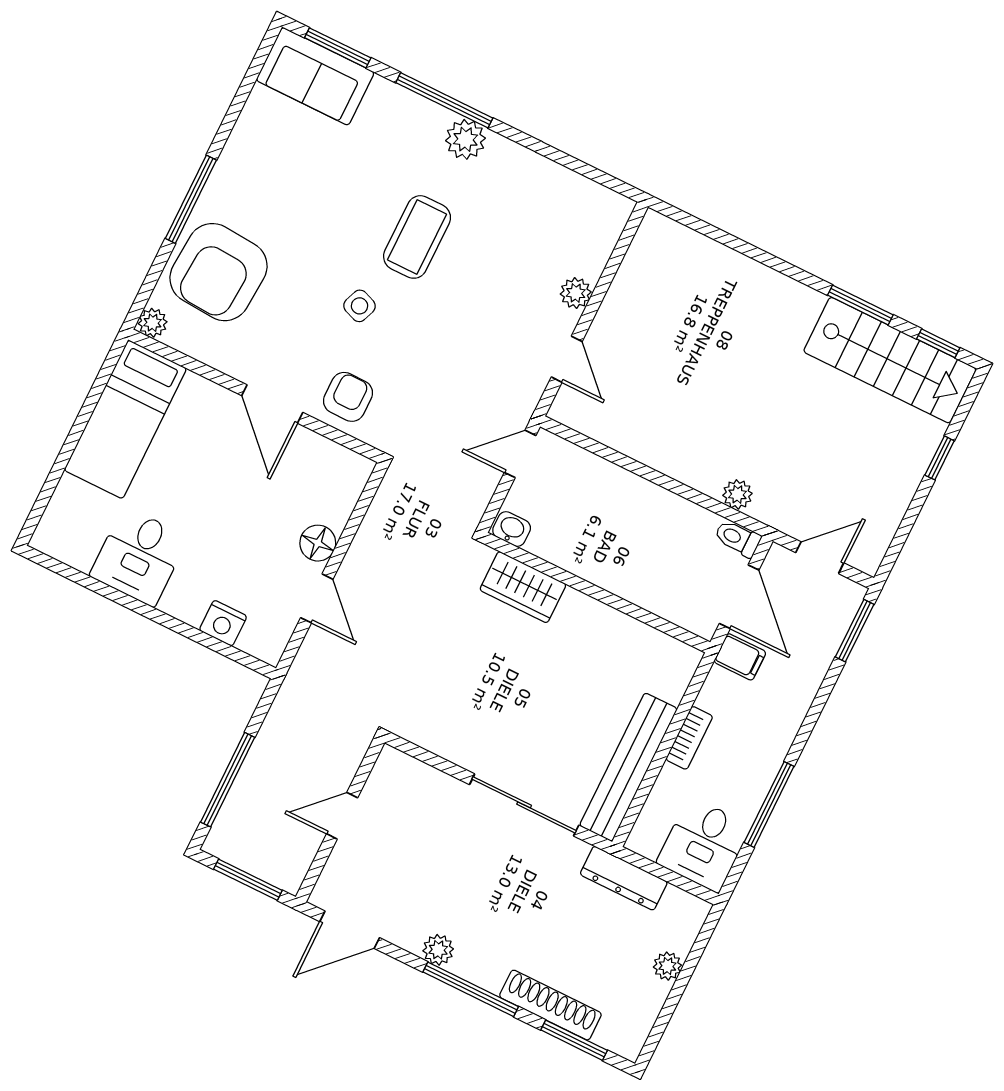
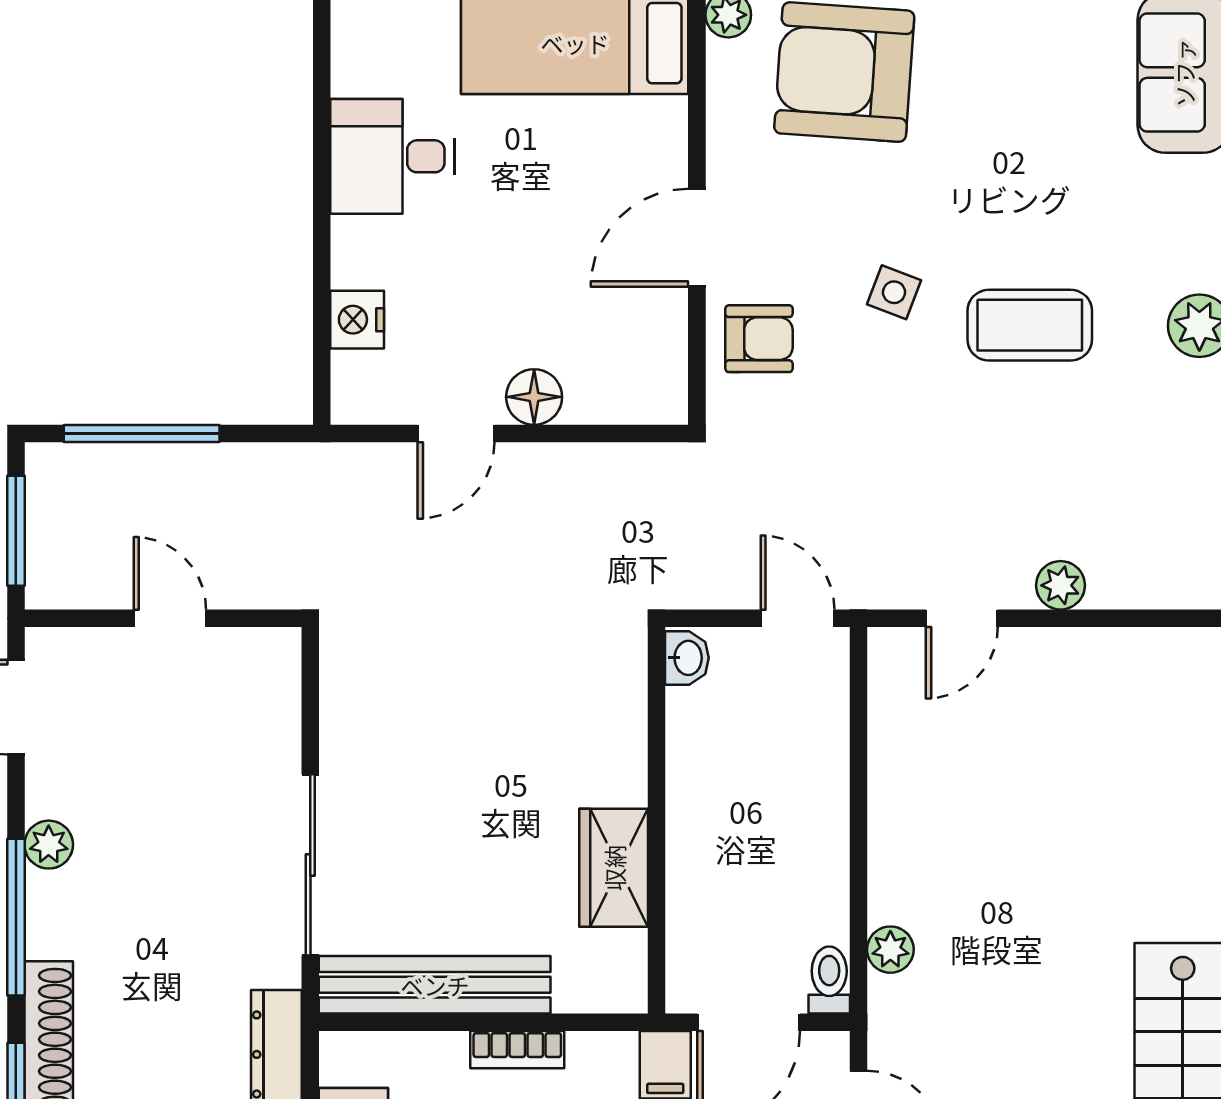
wardrobe: (523, 587) -> (614, 868), moved

